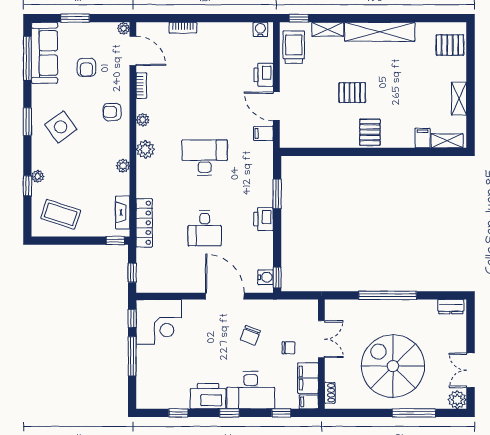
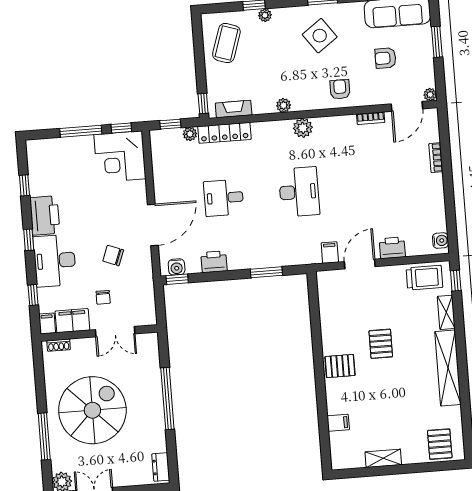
plant: (143, 120) -> (190, 134), moved
shelving: (447, 141) -> (337, 449), removed
printer: (264, 219) -> (214, 262), moved

